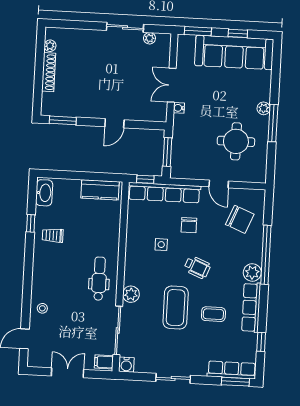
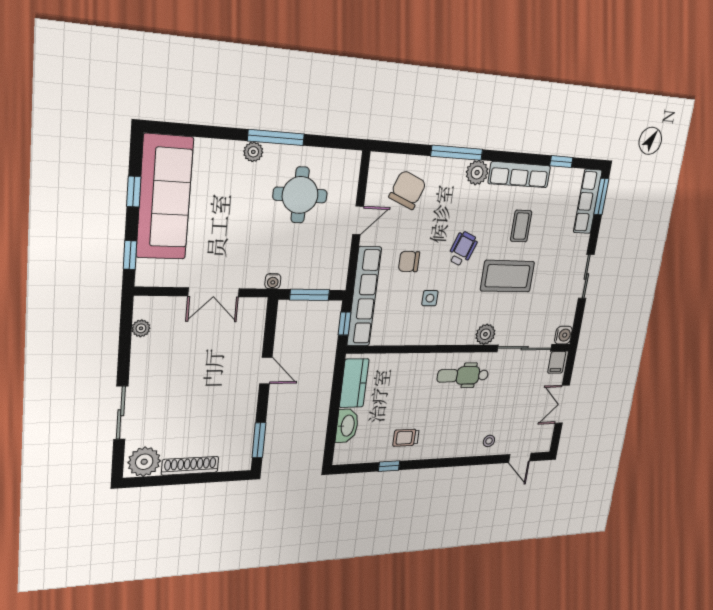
sliding door: (125, 27) -> (121, 413), moved
window: (198, 31) -> (130, 255), width x0.67
plant: (50, 46) -> (144, 462), width x1.87, depth x1.87
water cooler: (179, 108) -> (273, 281), moved
washbasin: (44, 193) -> (347, 426), moved, turned 90
chair: (189, 225) -> (409, 261), turned 180
trolley: (53, 235) -> (406, 438), turned 90
window: (266, 255) -> (457, 153), width x0.68

